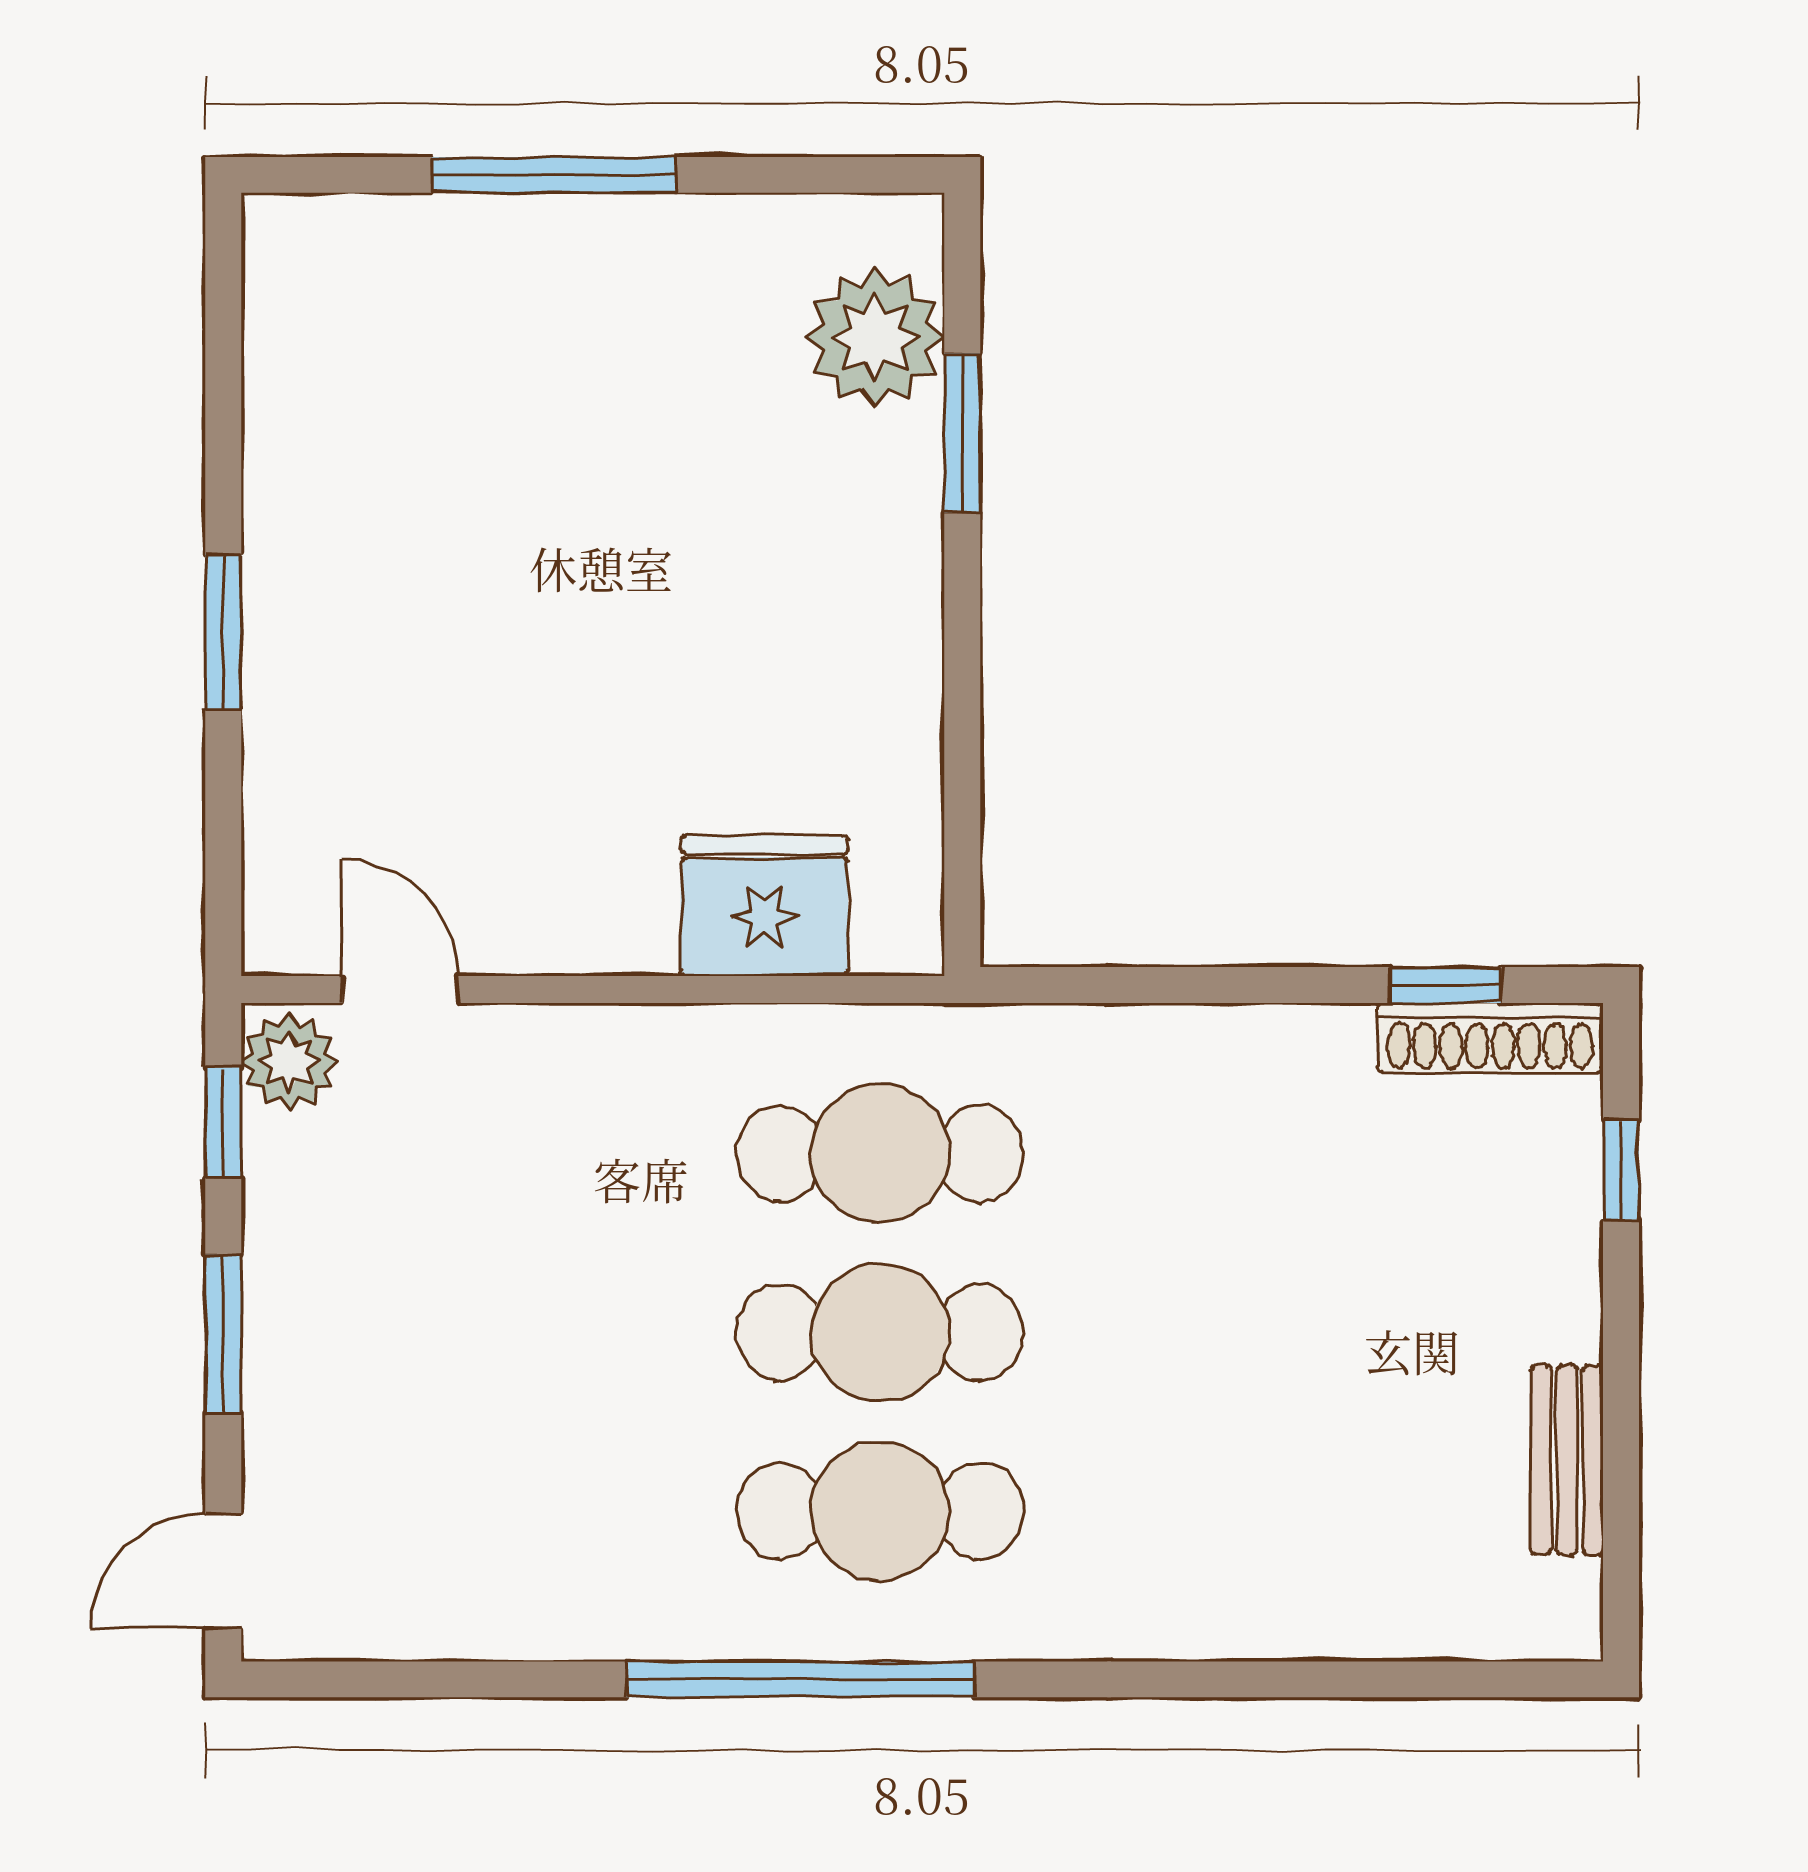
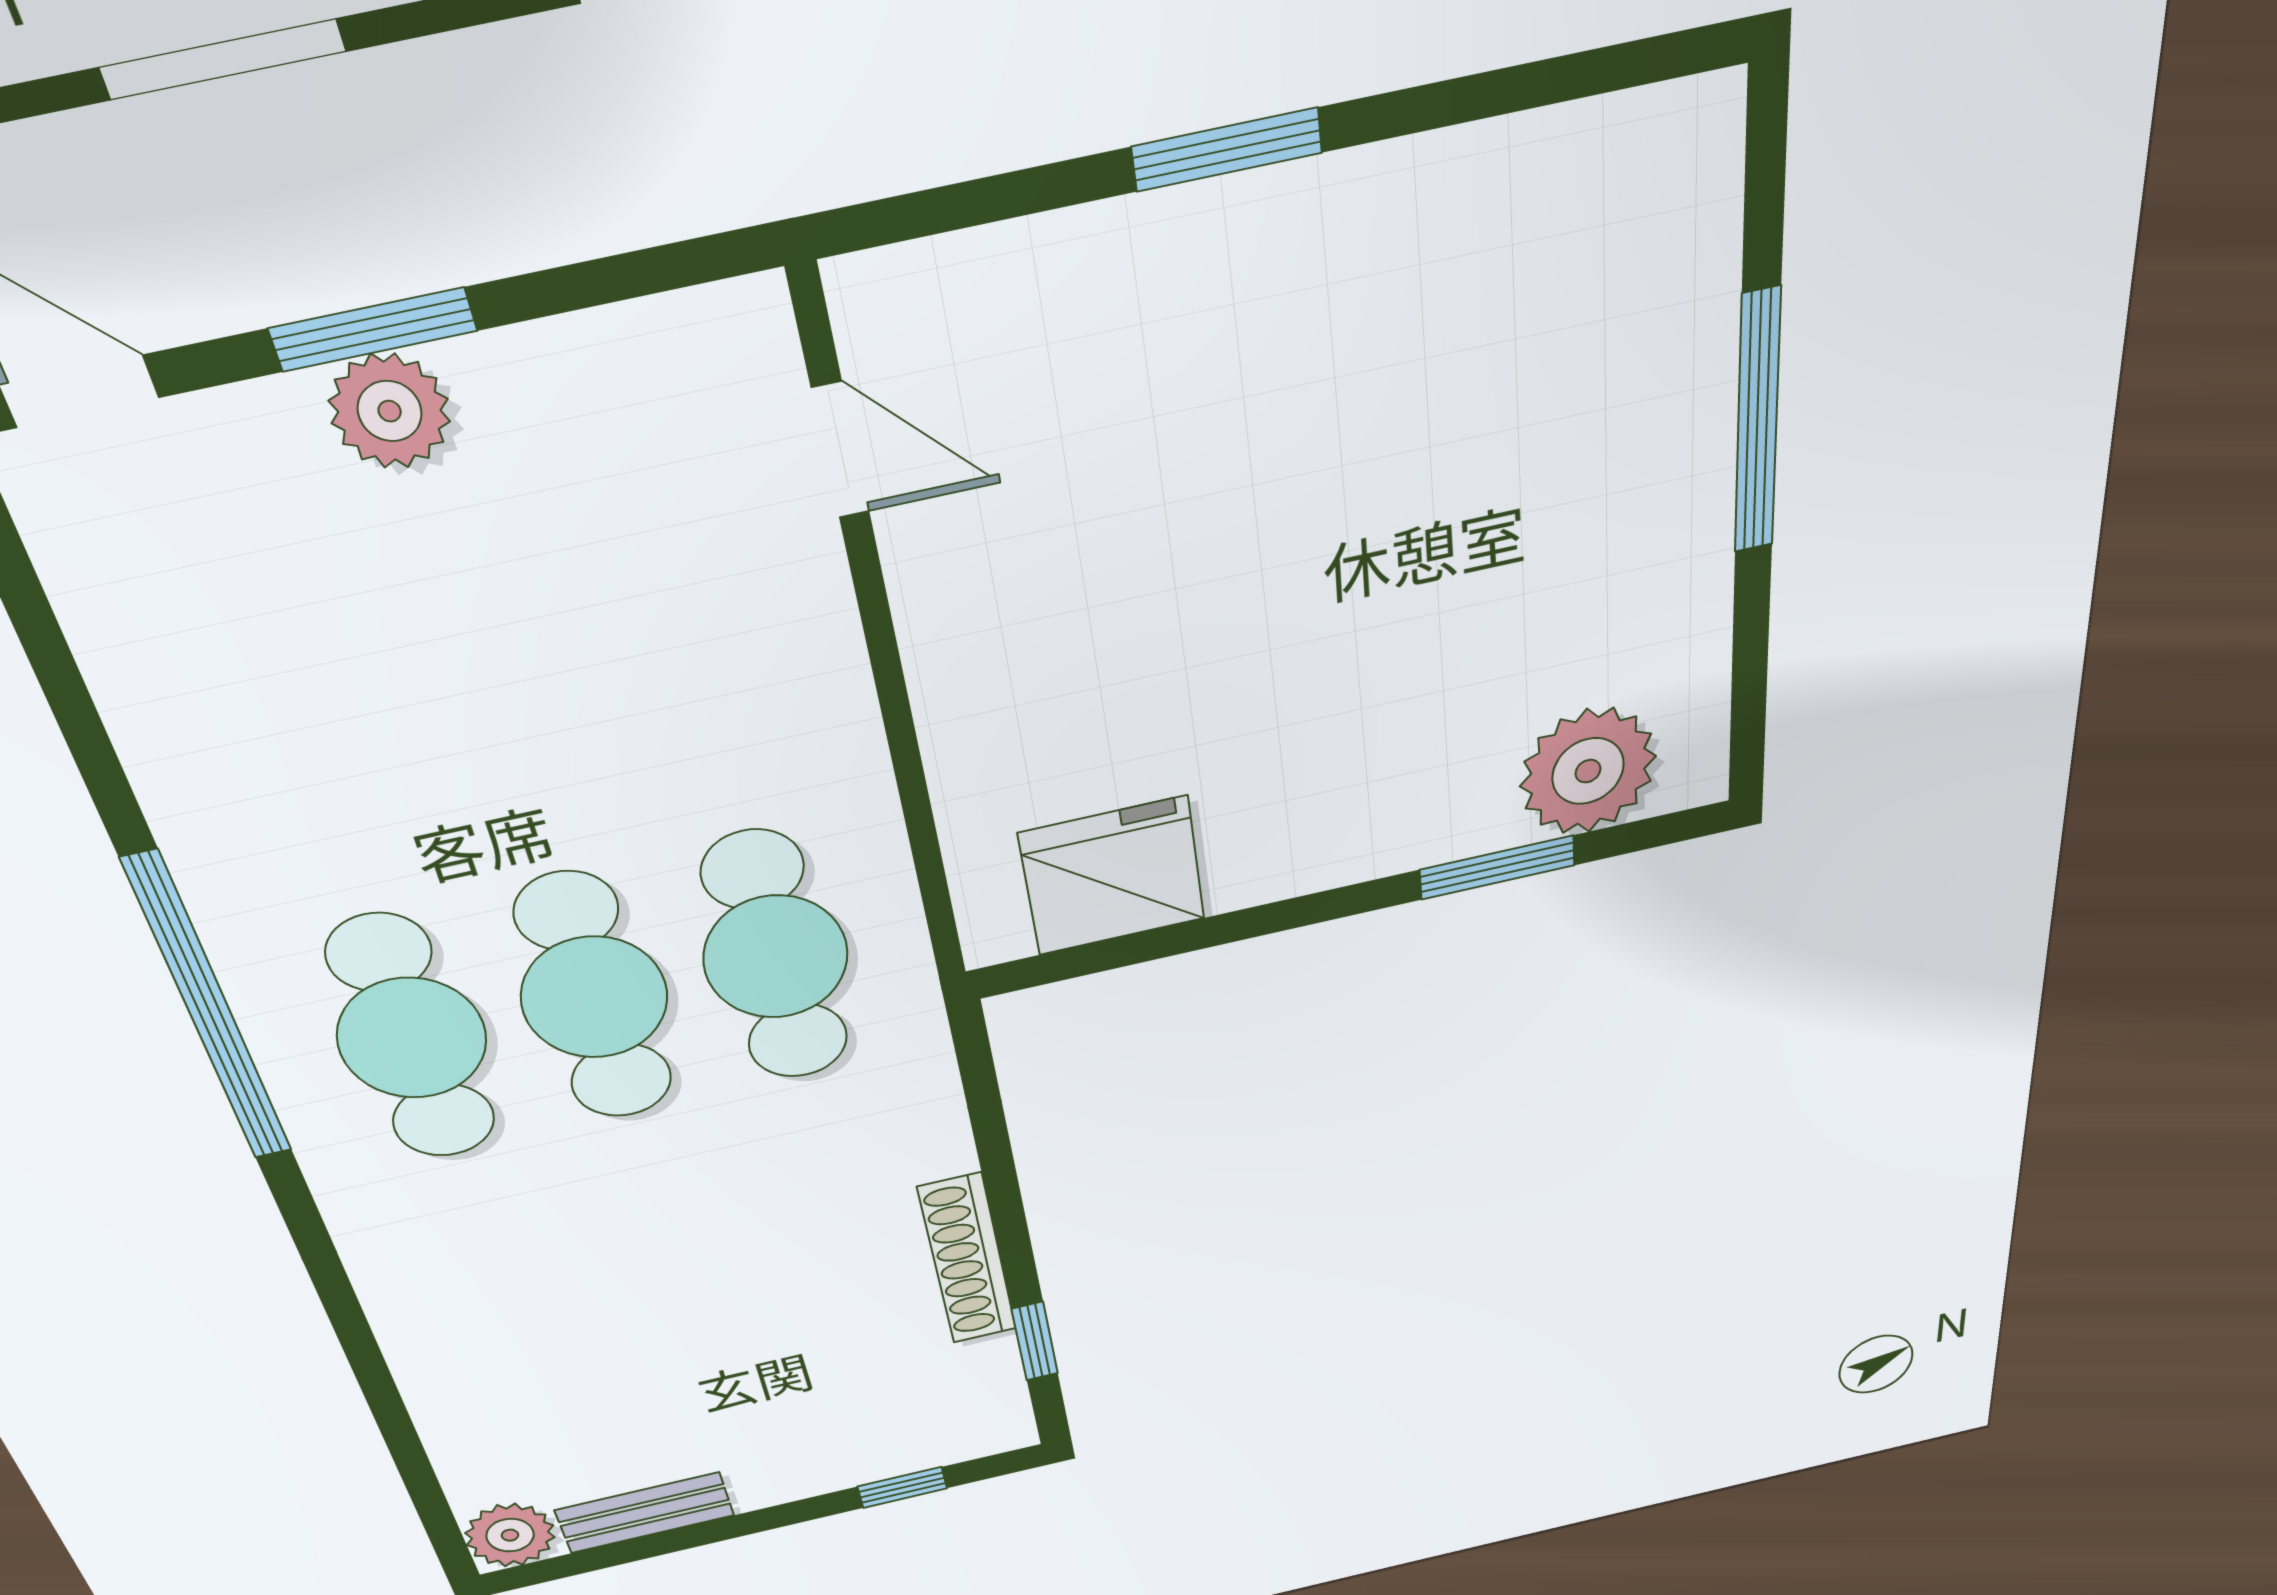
fridge: (764, 905) -> (1112, 876), moved, turned -90
door: (400, 989) -> (840, 450), hinge flipped
shoe rack: (1490, 1038) -> (967, 1259), moved
plant: (289, 1062) -> (390, 411), moved
window: (223, 1123) -> (633, 275), removed
plant: (1553, 1612) -> (510, 1535), added

